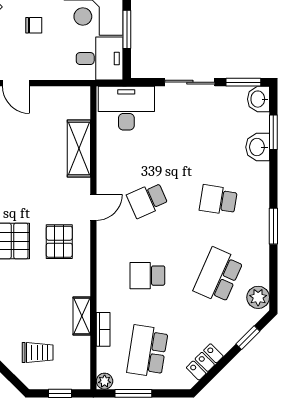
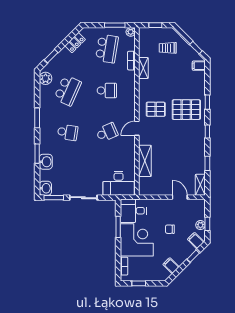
window: (273, 132) -> (37, 154), moved
pallet: (59, 242) -> (156, 109), turned 90

